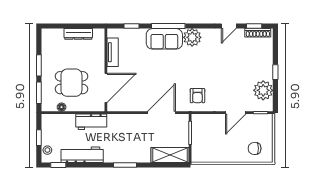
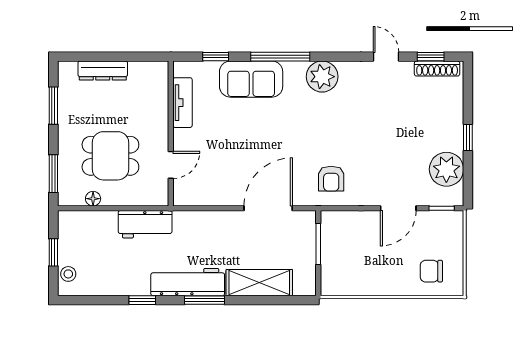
door: (229, 26) -> (386, 57), swing flipped
dresser: (78, 34) -> (103, 71), moved
sofa: (164, 39) -> (251, 79), moved
window: (39, 65) -> (53, 106), moved
door: (106, 88) -> (171, 165), width x0.53
workbench: (82, 155) -> (188, 282), moved
shelving: (170, 155) -> (259, 283), moved
window: (58, 165) -> (142, 300), moved

